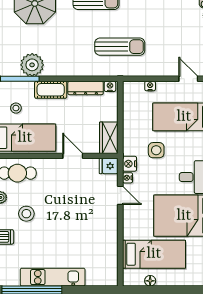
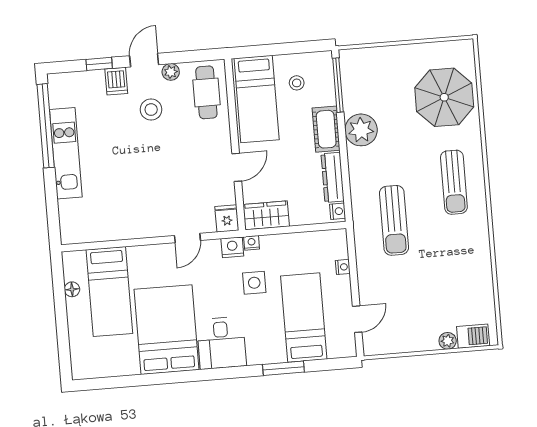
plant: (32, 65) -> (361, 130), moved
nightstand: (128, 178) -> (252, 243), moved

